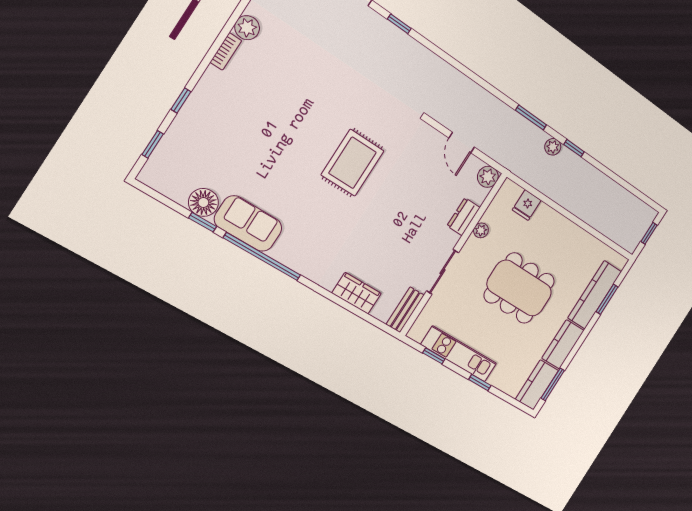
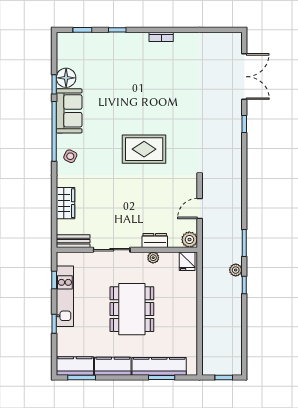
plant: (247, 28) -> (182, 40), removed
fridge: (527, 205) -> (187, 261), moved, turned -90
side table: (305, 255) -> (70, 156), added

